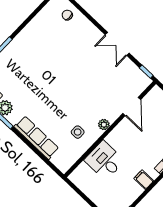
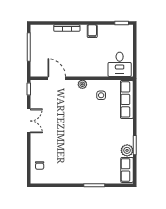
door: (132, 107) -> (57, 78), hinge flipped
row of seats: (36, 138) -> (127, 99), moved
desk: (104, 160) -> (120, 64), moved

